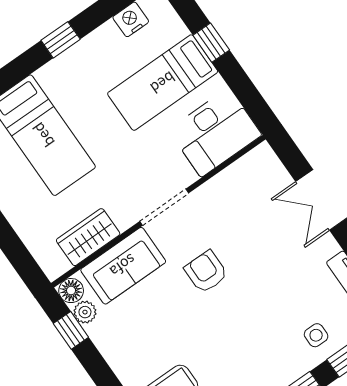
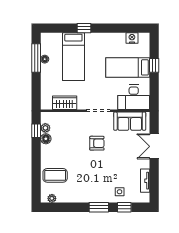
window: (61, 40) -> (84, 28), moved
sofa: (123, 266) -> (130, 121), moved
armchair: (206, 272) -> (97, 143), turned 90
floor lamp: (71, 291) -> (46, 139), moved

